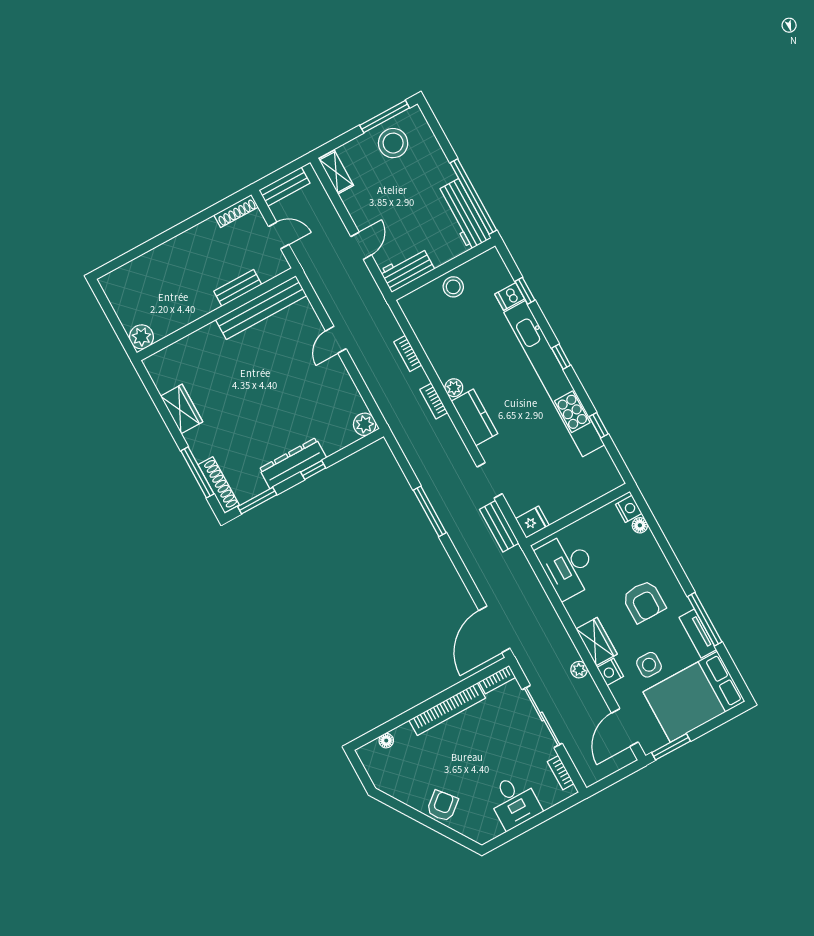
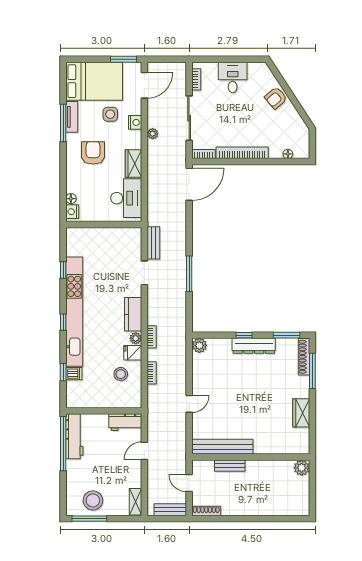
stool: (453, 287) -> (121, 374), moved
fridge: (532, 522) -> (133, 353), moved
wardrobe: (597, 642) -> (133, 163), moved

